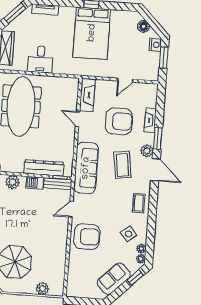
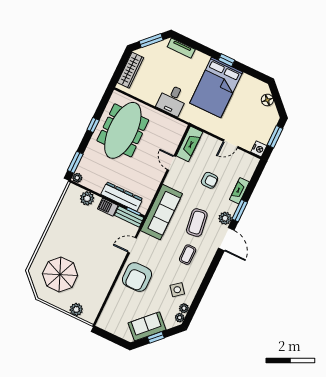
nightstand: (155, 45) -> (259, 149), moved
desk: (41, 59) -> (172, 100), moved
armchair: (119, 121) -> (209, 180), width x0.53, depth x0.53
coffee table: (139, 203) -> (188, 255), moved
armchair: (87, 237) -> (137, 277), turned 90
window: (135, 277) -> (156, 337), moved

